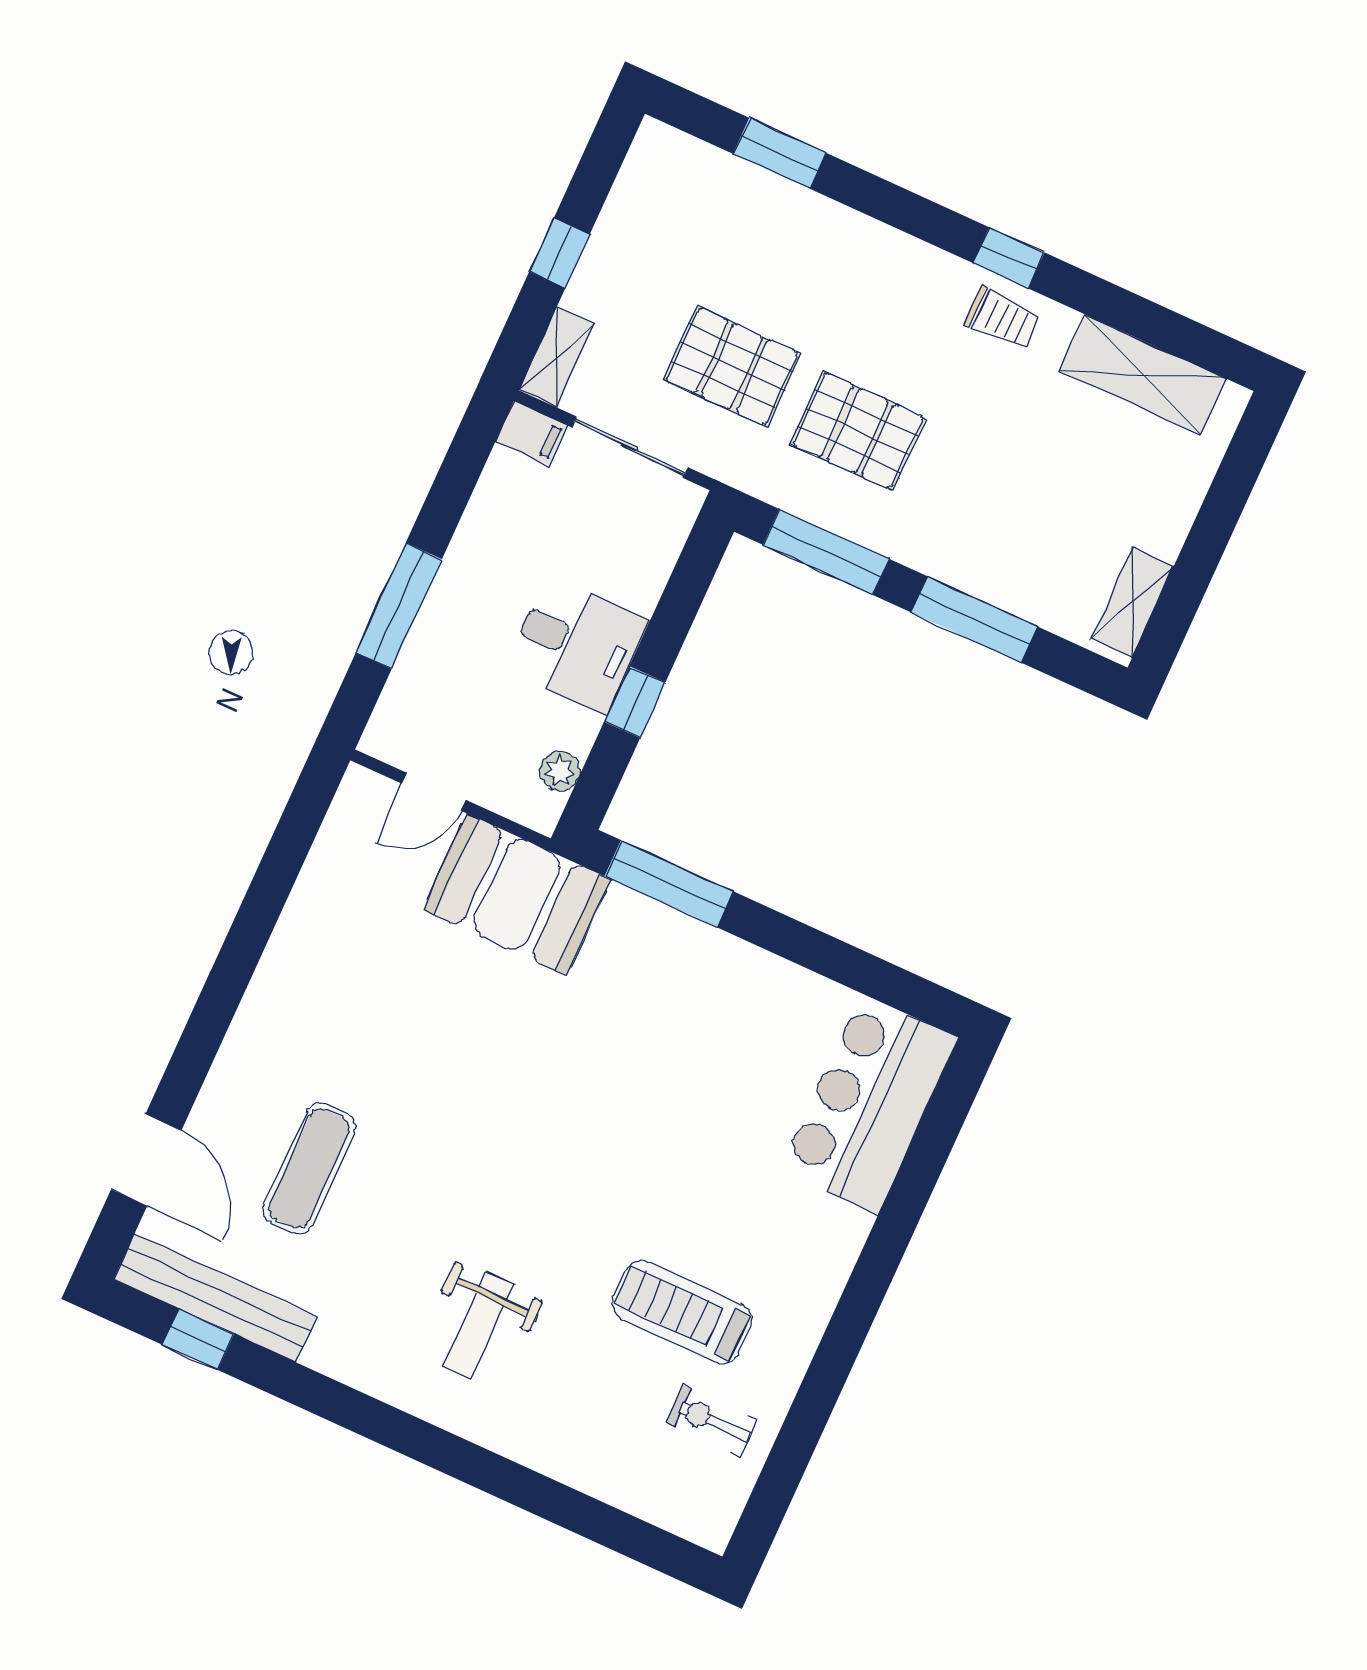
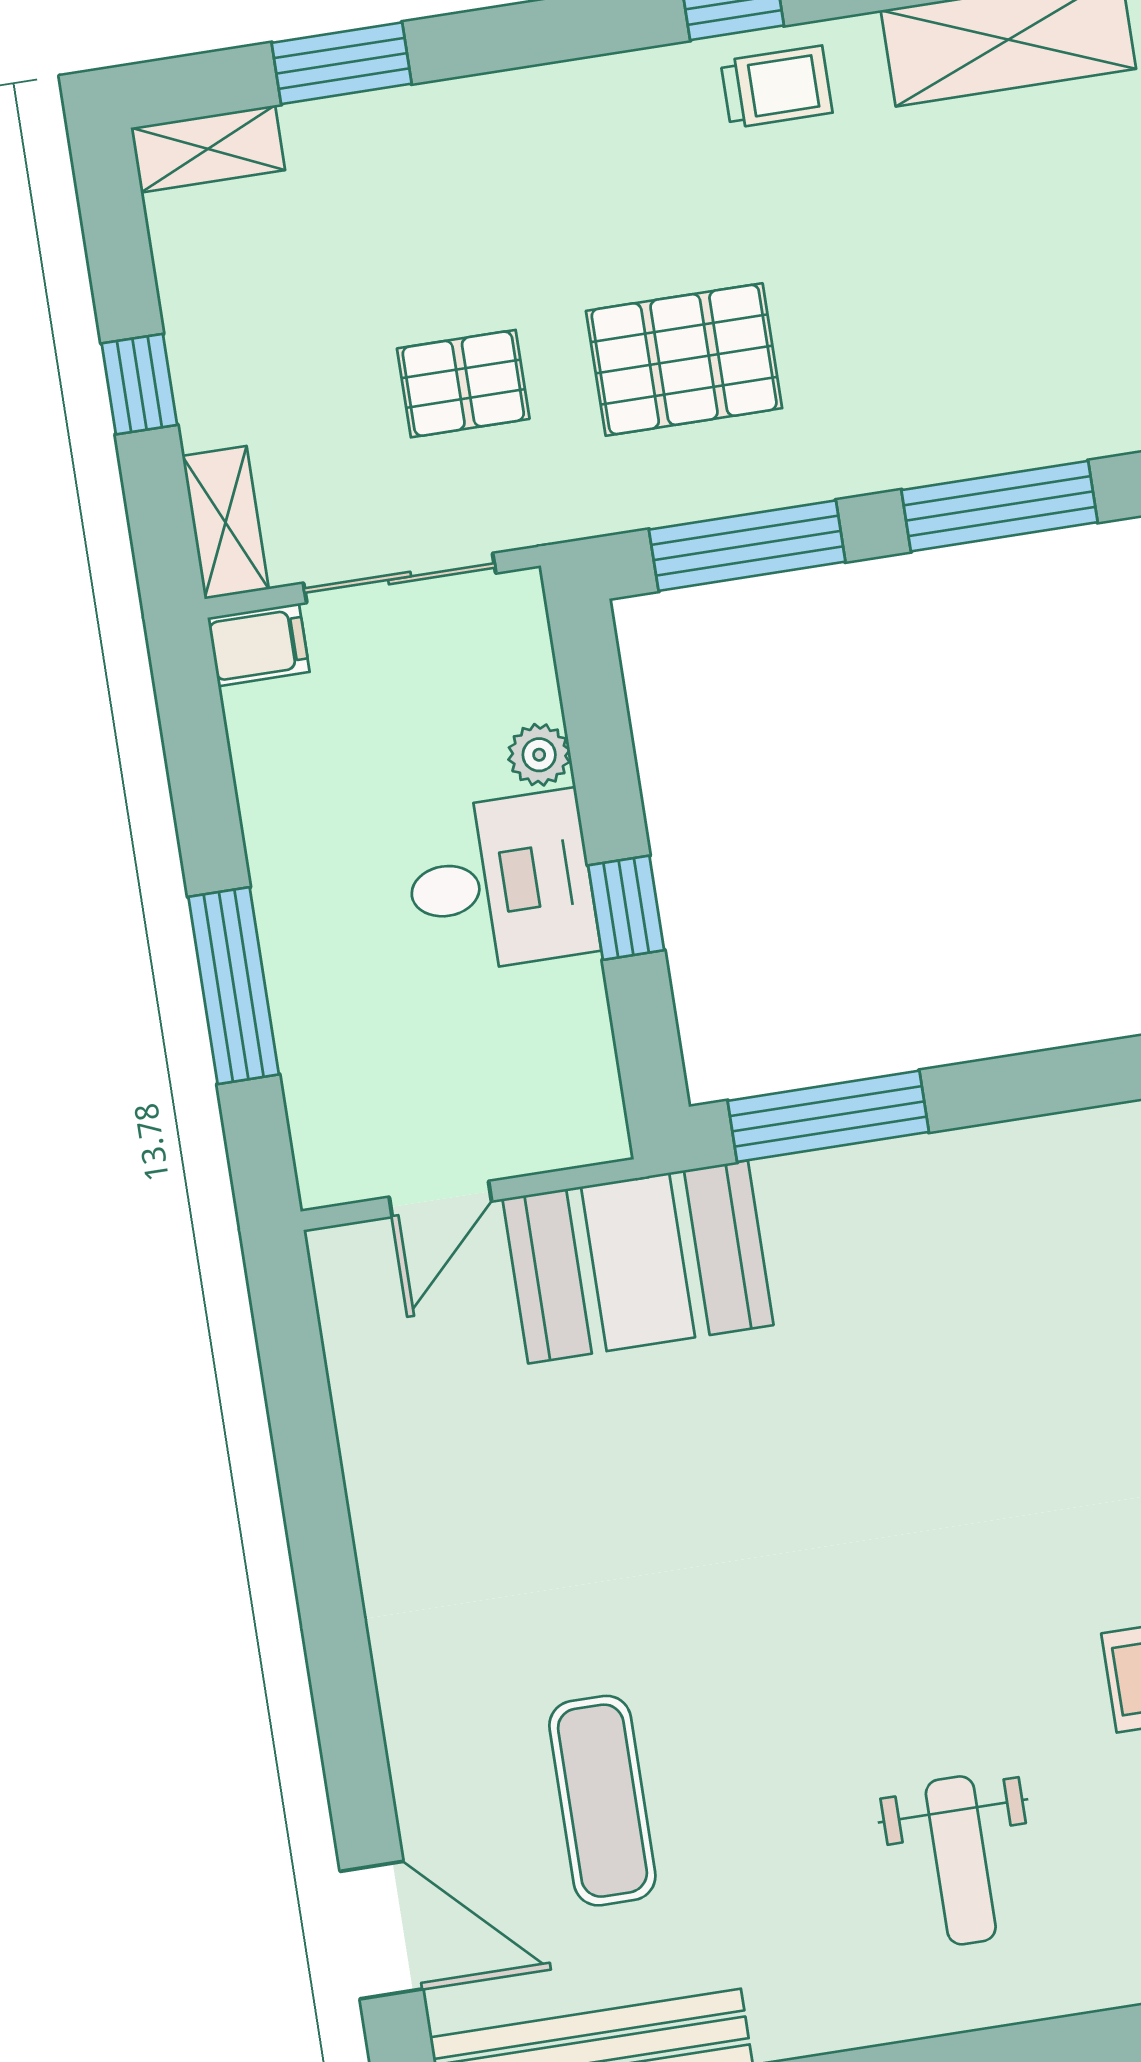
shelving: (678, 152) -> (208, 149), added
pallet: (732, 366) -> (463, 384), width x0.67, depth x0.71
plant: (560, 771) -> (539, 755), moved

